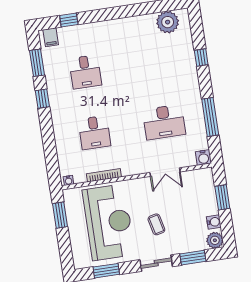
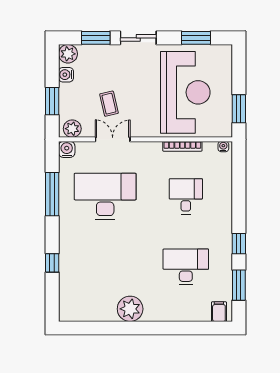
window: (69, 20) -> (195, 328), removed
plant: (168, 22) -> (130, 309), moved
desk: (85, 72) -> (186, 267), width x1.37
desk: (164, 122) -> (105, 196), width x1.36, depth x1.30
plant: (201, 176) -> (72, 129), added
reception desk: (108, 222) -> (185, 92), turned 180
coffee table: (156, 224) -> (109, 104), moved

